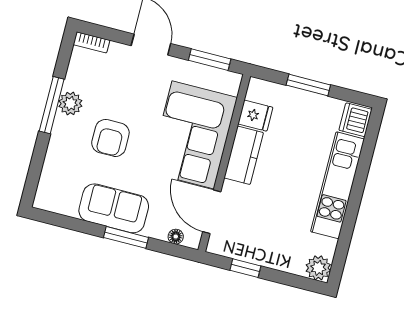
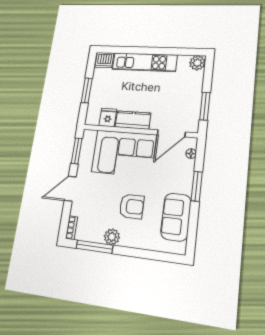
window: (52, 105) -> (94, 247), moved
sofa: (114, 208) -> (176, 217), moved
window: (245, 268) -> (205, 106), width x1.50

